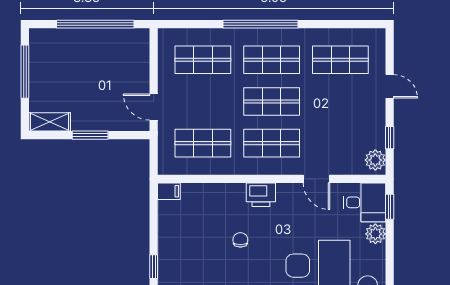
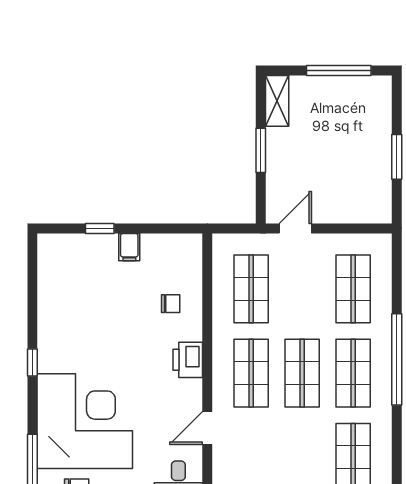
window: (95, 24) -> (397, 157), width x0.47
filing cabinet: (169, 191) -> (129, 247), moved
chair: (240, 240) -> (171, 304), moved

